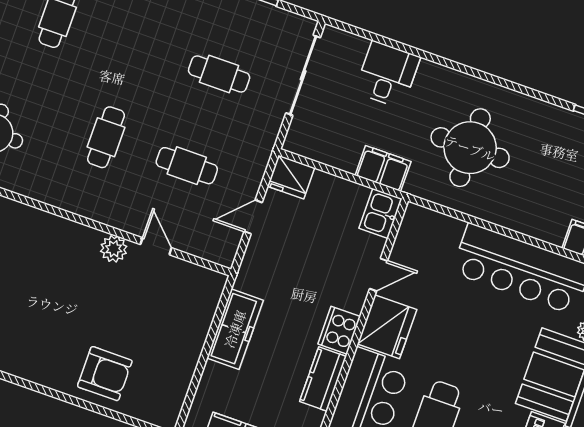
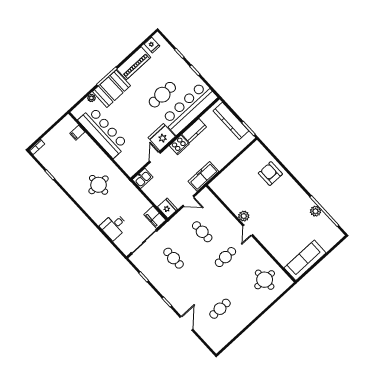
round table: (470, 148) -> (99, 185), width x0.73, depth x0.73
filing cabinet: (383, 168) -> (155, 217), moved
door: (156, 246) -> (248, 230), moved
door: (378, 275) -> (155, 157), hinge flipped
freezer: (235, 329) -> (203, 176), moved

